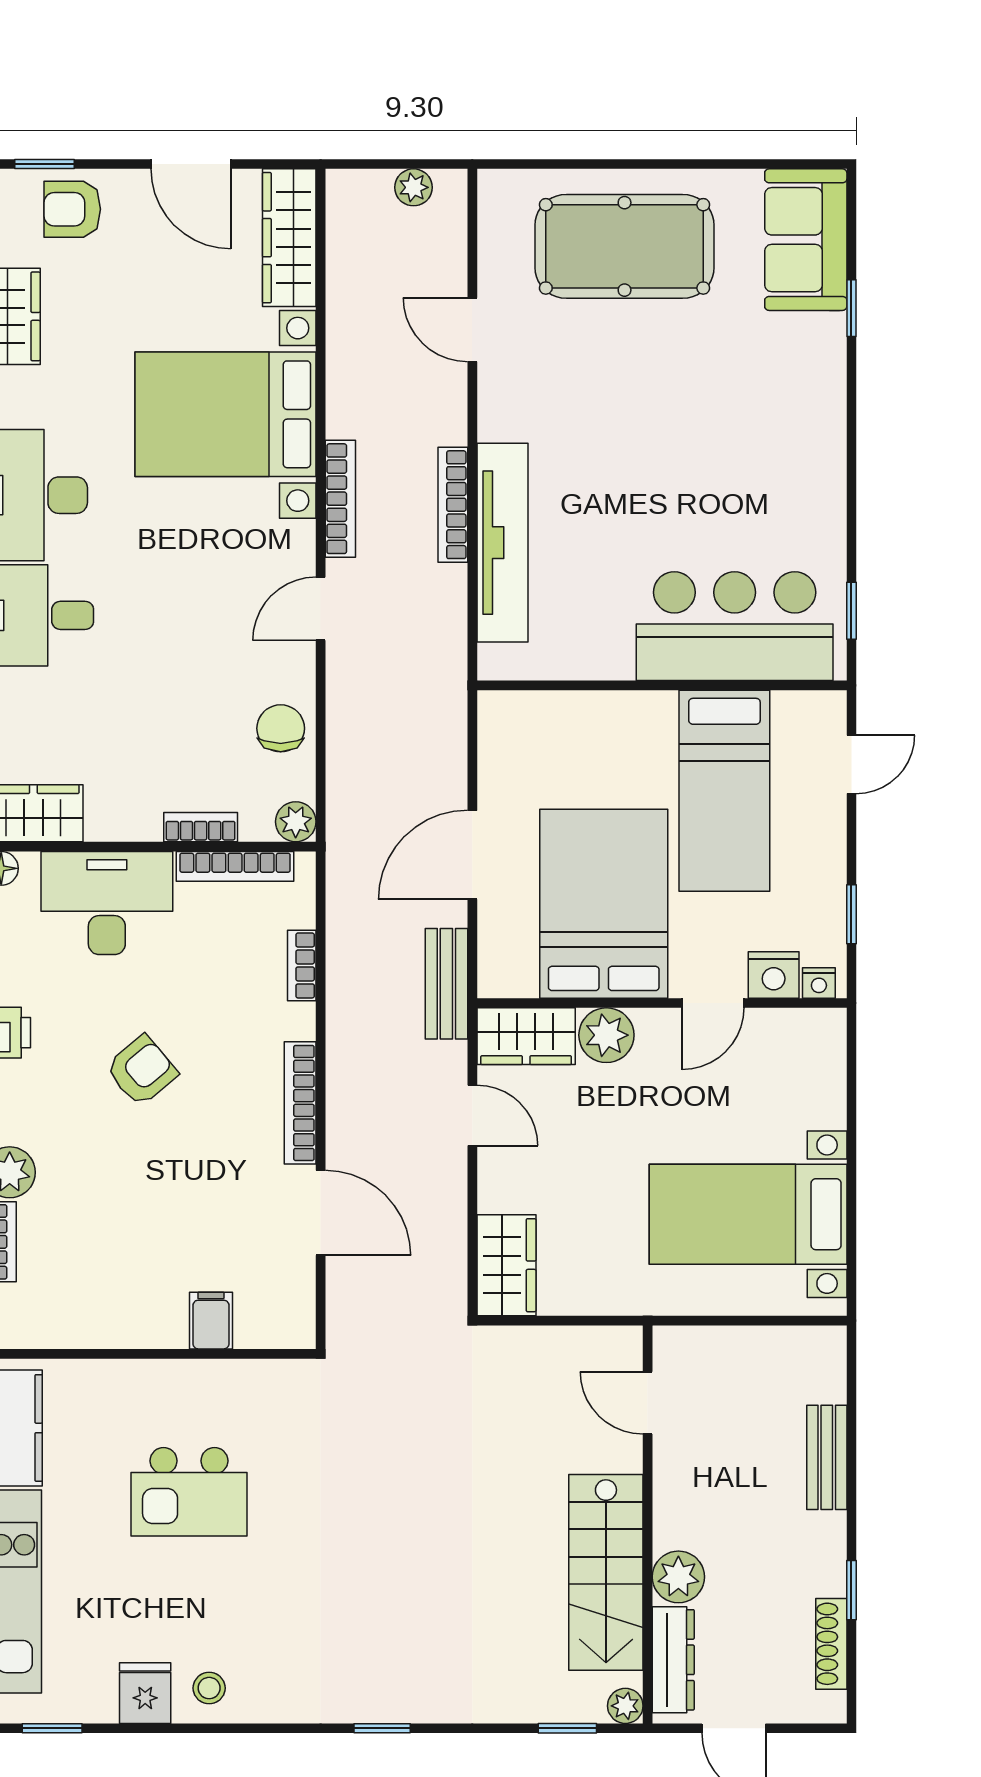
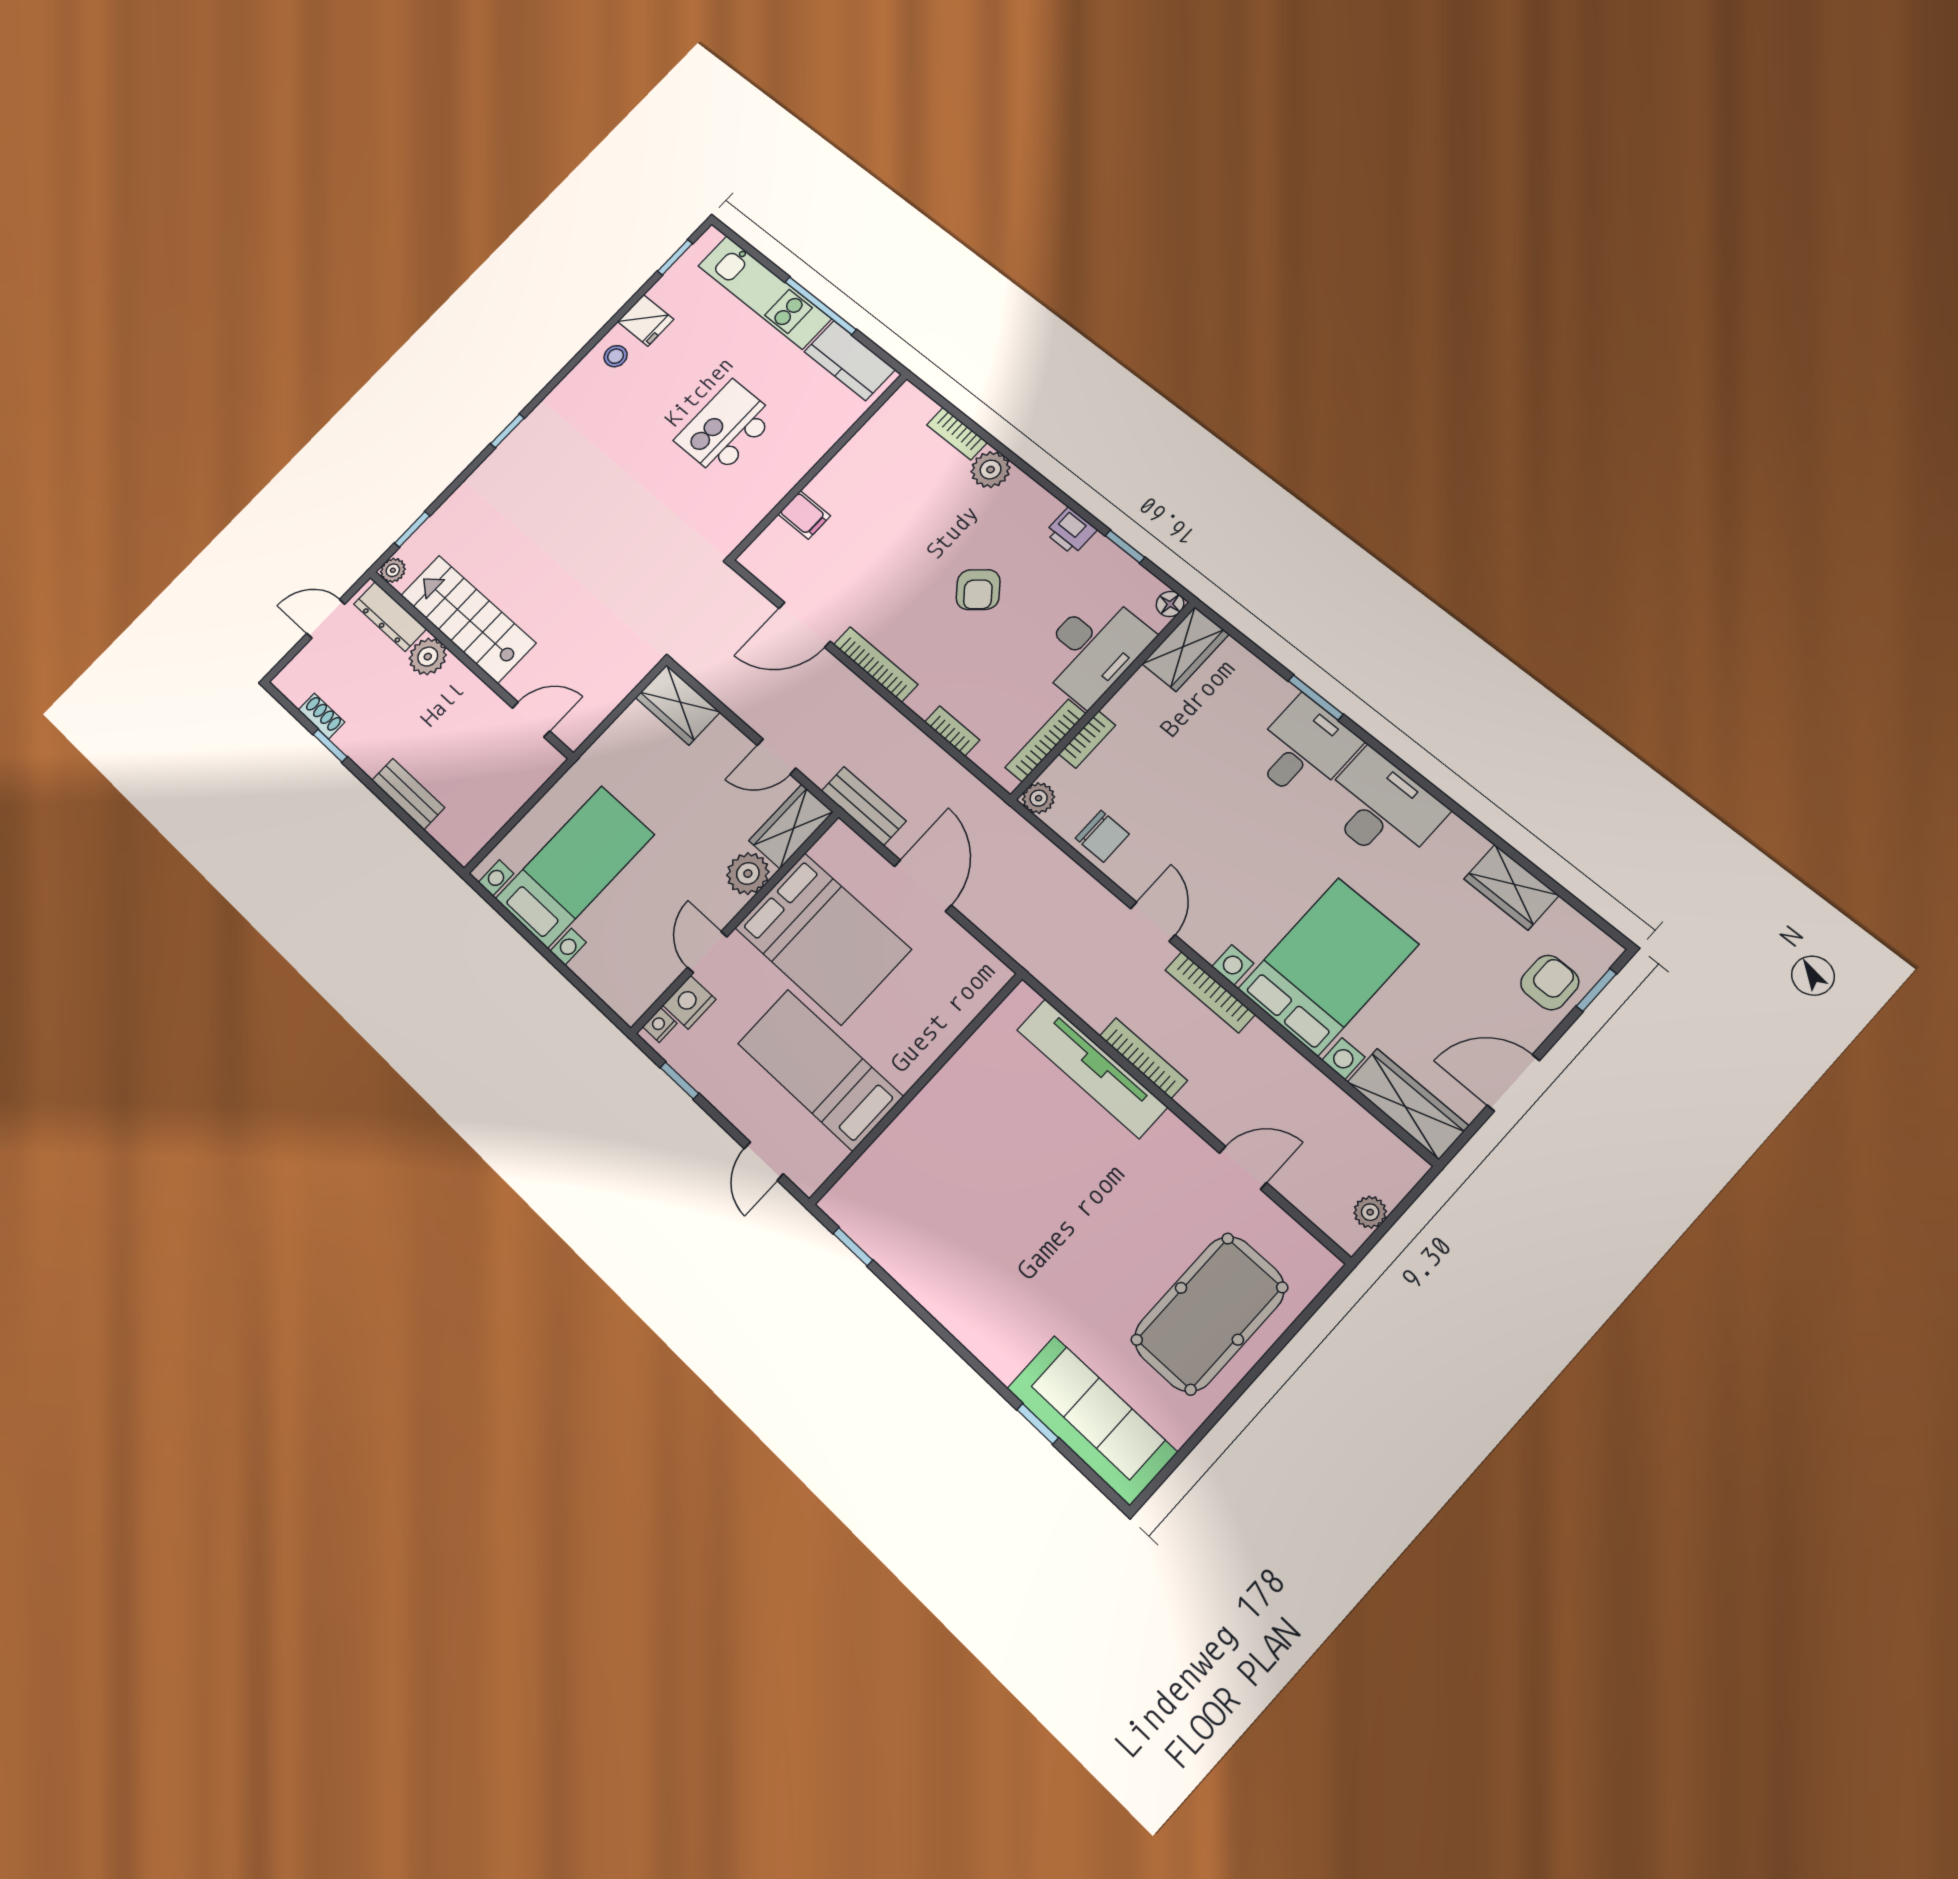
sofa: (806, 240) -> (1092, 1420), width x1.36
bar counter: (735, 626) -> (910, 1166), removed
shoe rack: (831, 1644) -> (321, 716), width x0.70

